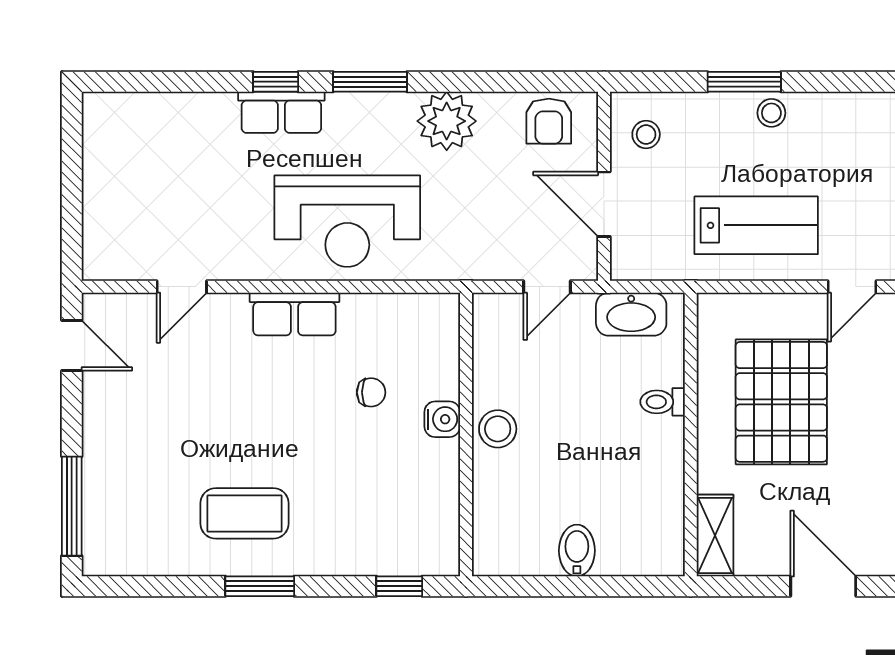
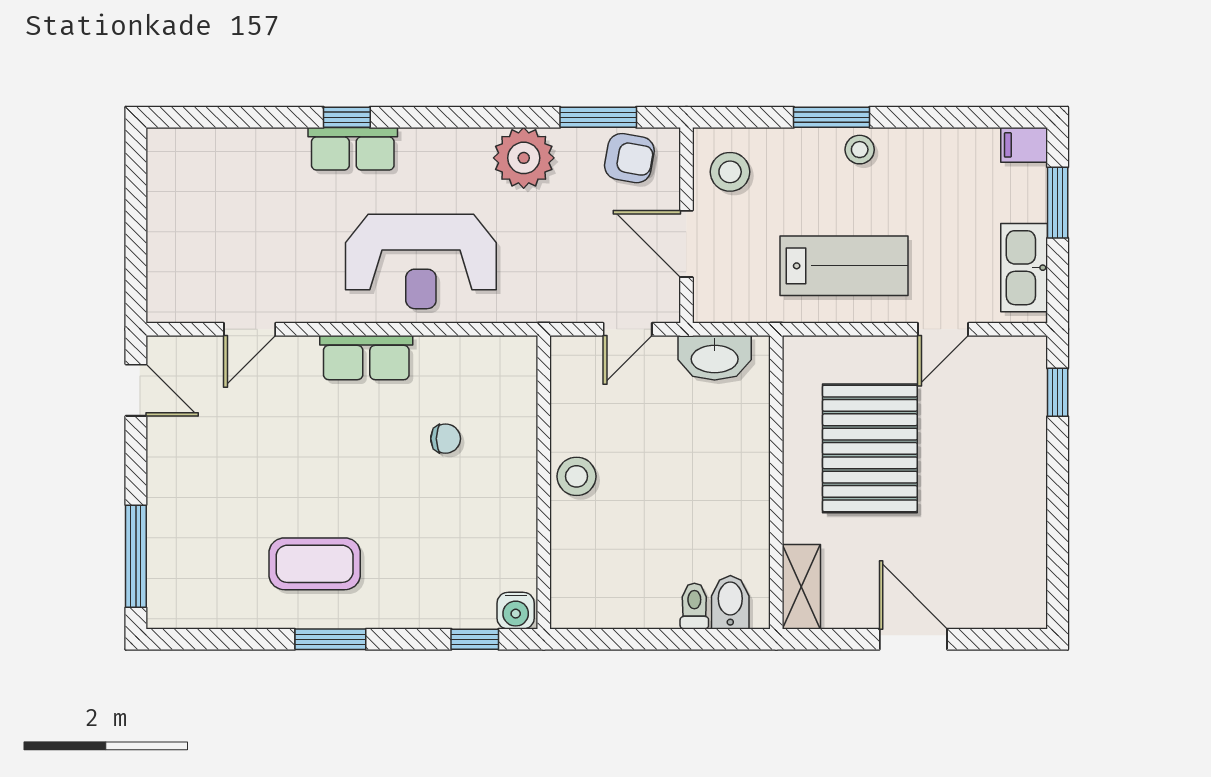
window: (370, 82) -> (598, 117), moved
armchair: (549, 121) -> (629, 158), turned -80
stool: (646, 134) -> (730, 172), width x1.37, depth x1.37
toilet: (663, 402) -> (694, 606), moved, turned 90
water cooler: (442, 419) -> (516, 611), moved, turned 90
bidet: (577, 551) -> (730, 602), moved

